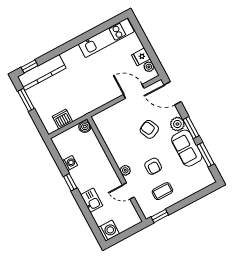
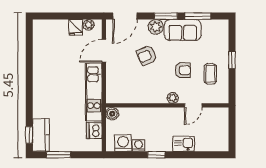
kitchen unit: (106, 38) -> (94, 92), moved, turned 180
kitchen counter: (42, 72) -> (41, 135), width x0.67
window: (160, 216) -> (232, 60), moved
washing machine: (109, 231) -> (123, 143), moved

